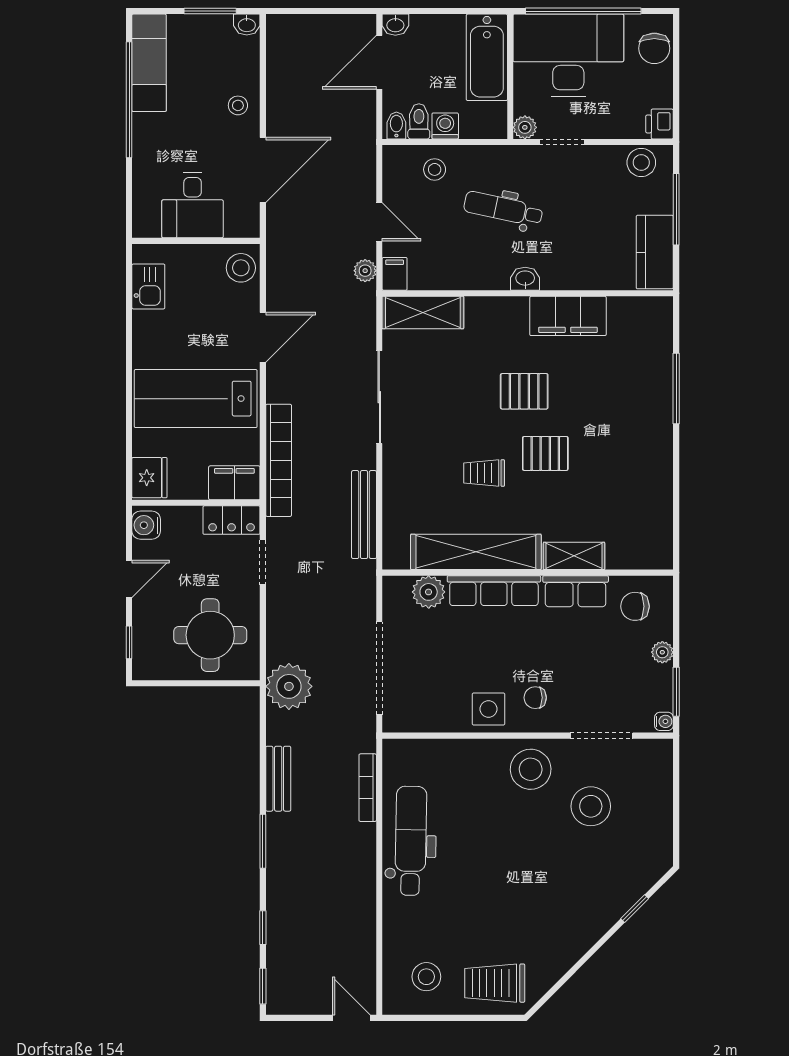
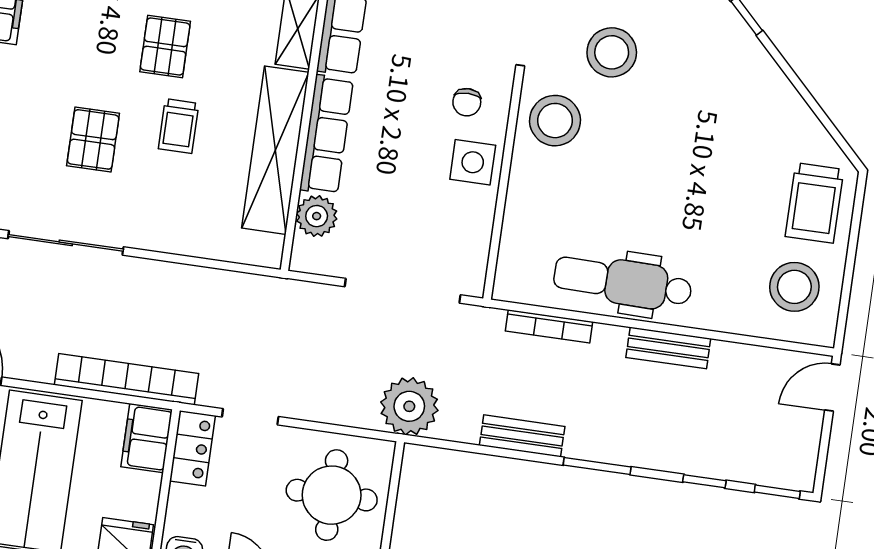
pallet: (524, 391) -> (93, 139), moved
bench: (364, 515) -> (668, 348), moved, width x0.73
stool: (426, 977) -> (794, 287), width x1.38, depth x1.38

